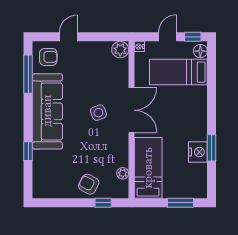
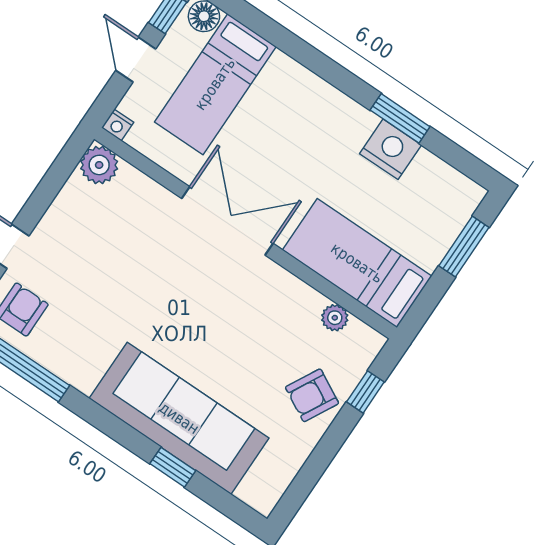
sofa: (47, 111) -> (179, 418), moved
side table: (98, 113) -> (190, 286), removed

